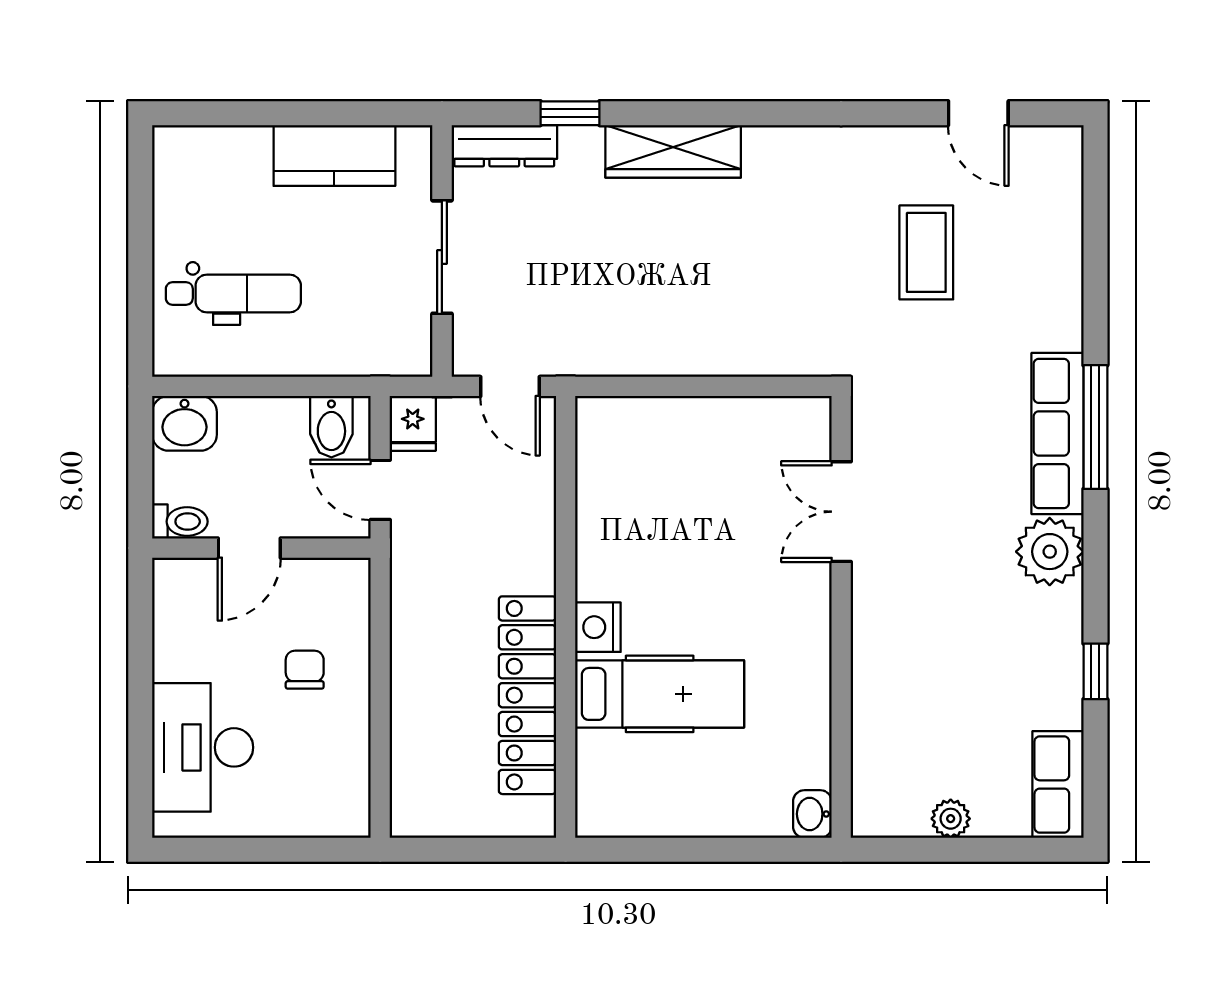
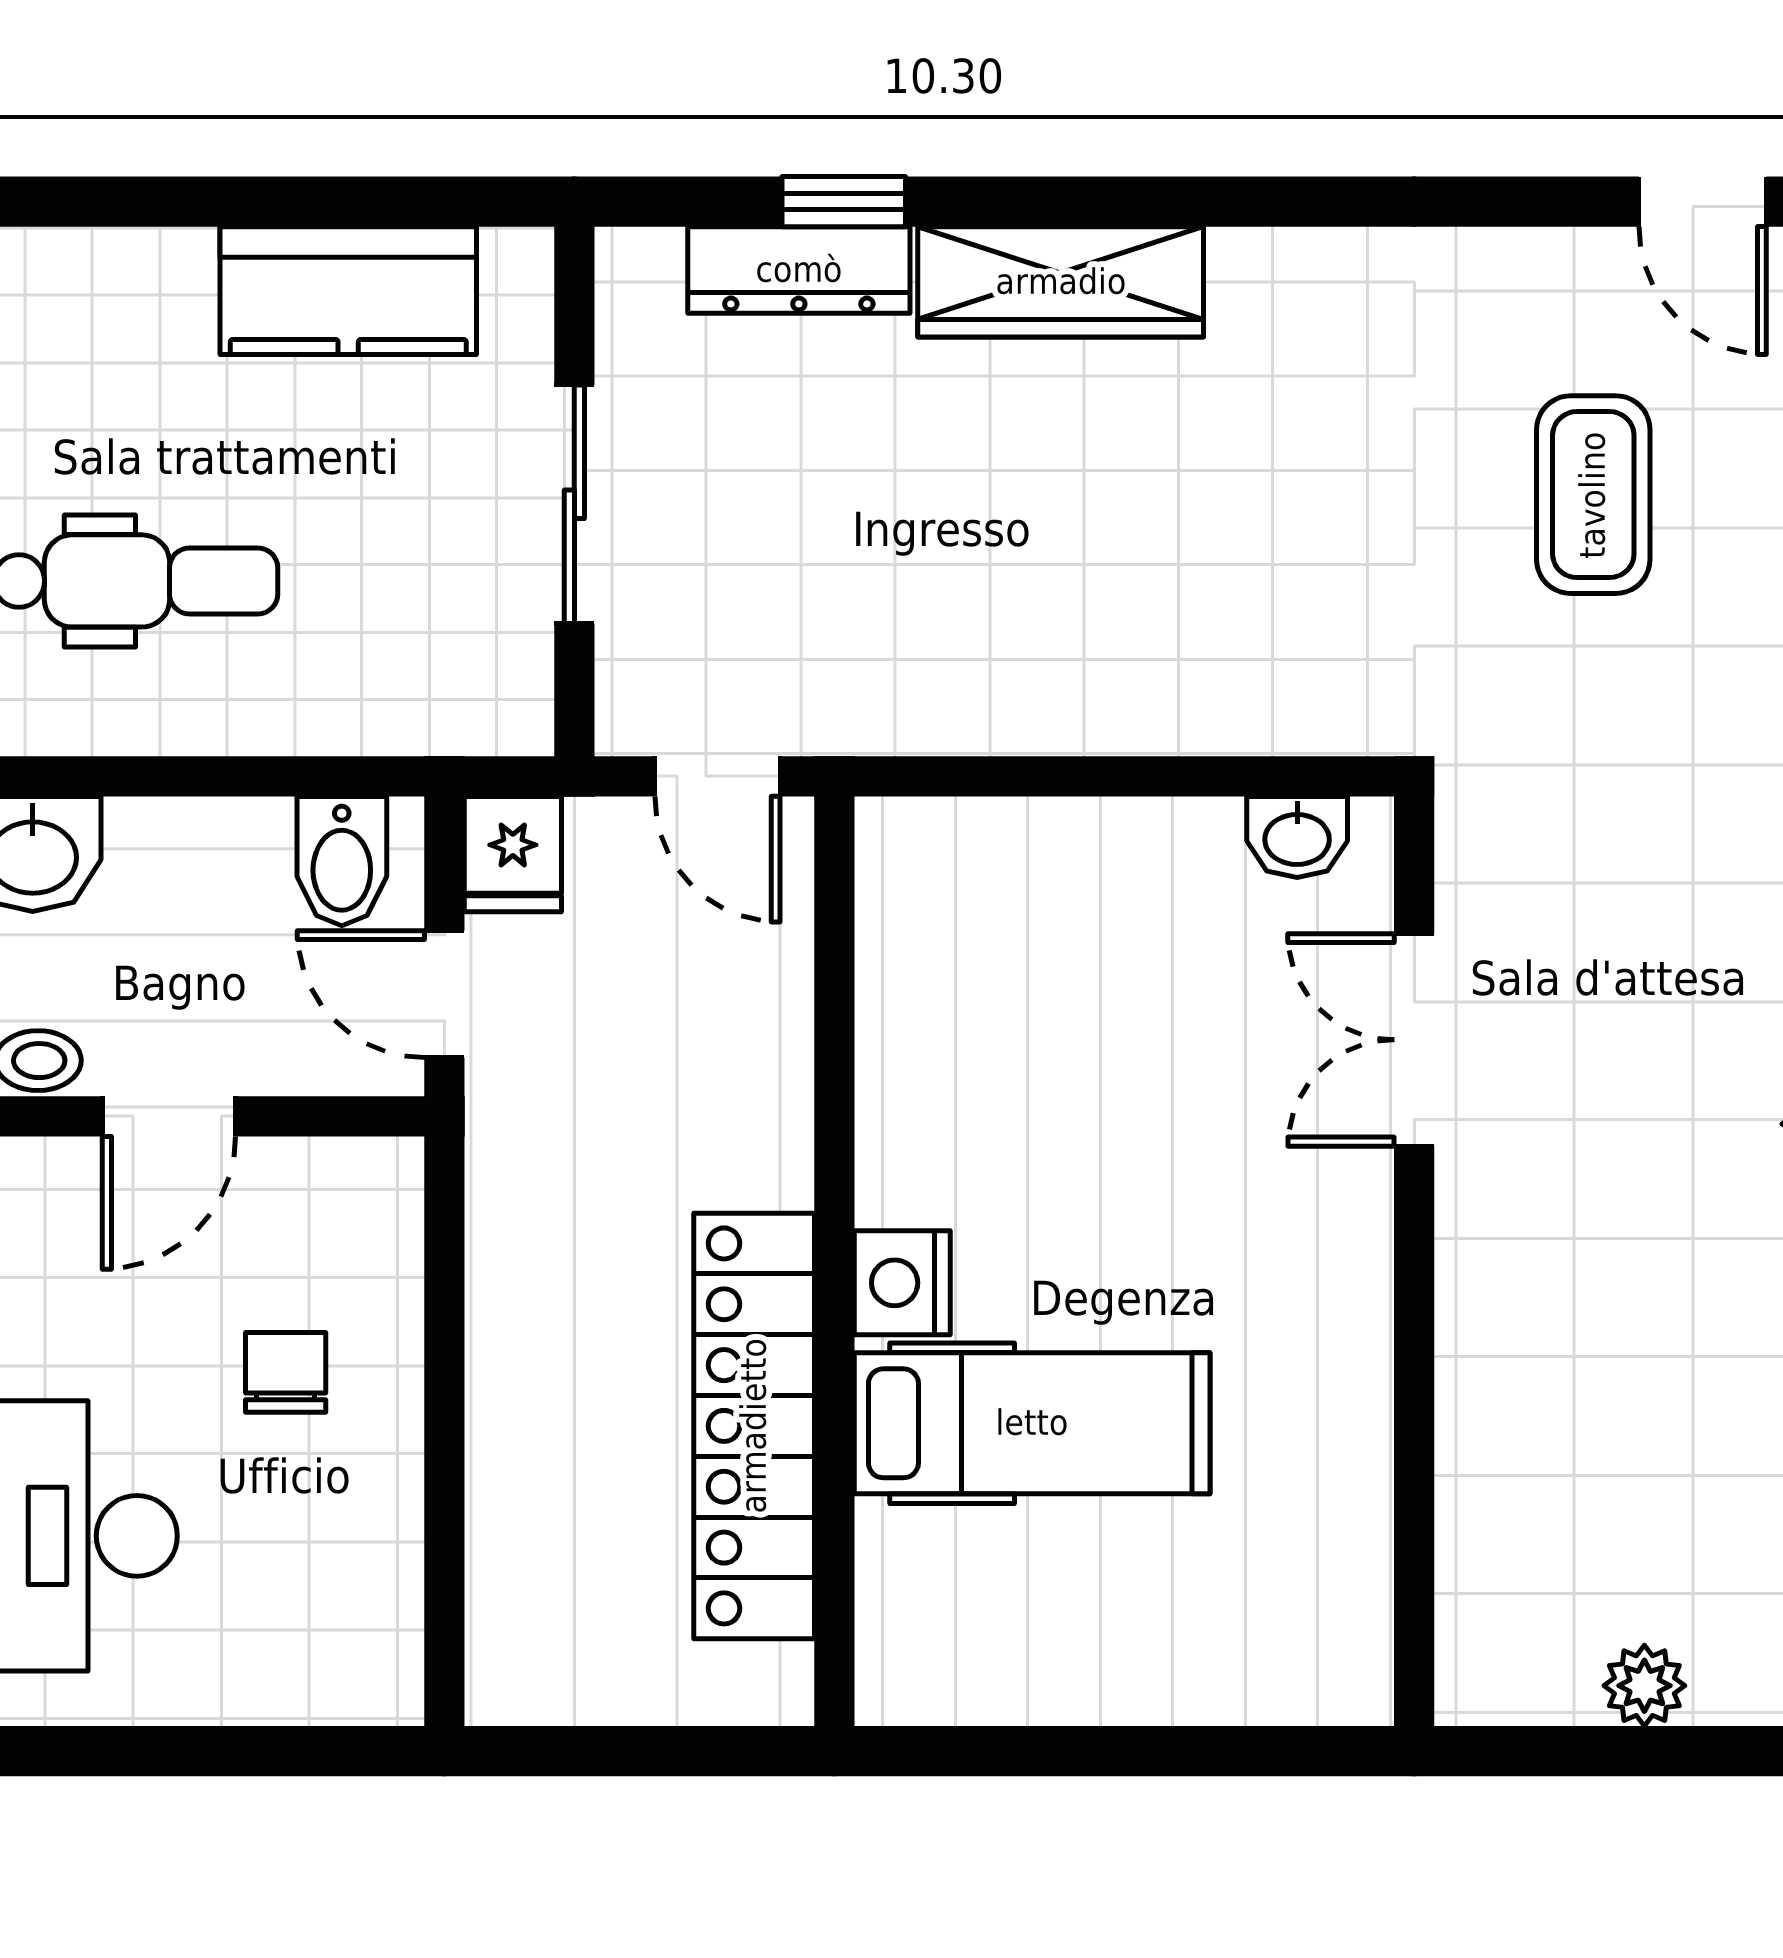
dresser: (504, 146) -> (799, 270), moved
washbasin: (812, 814) -> (1297, 837), moved, turned -90

